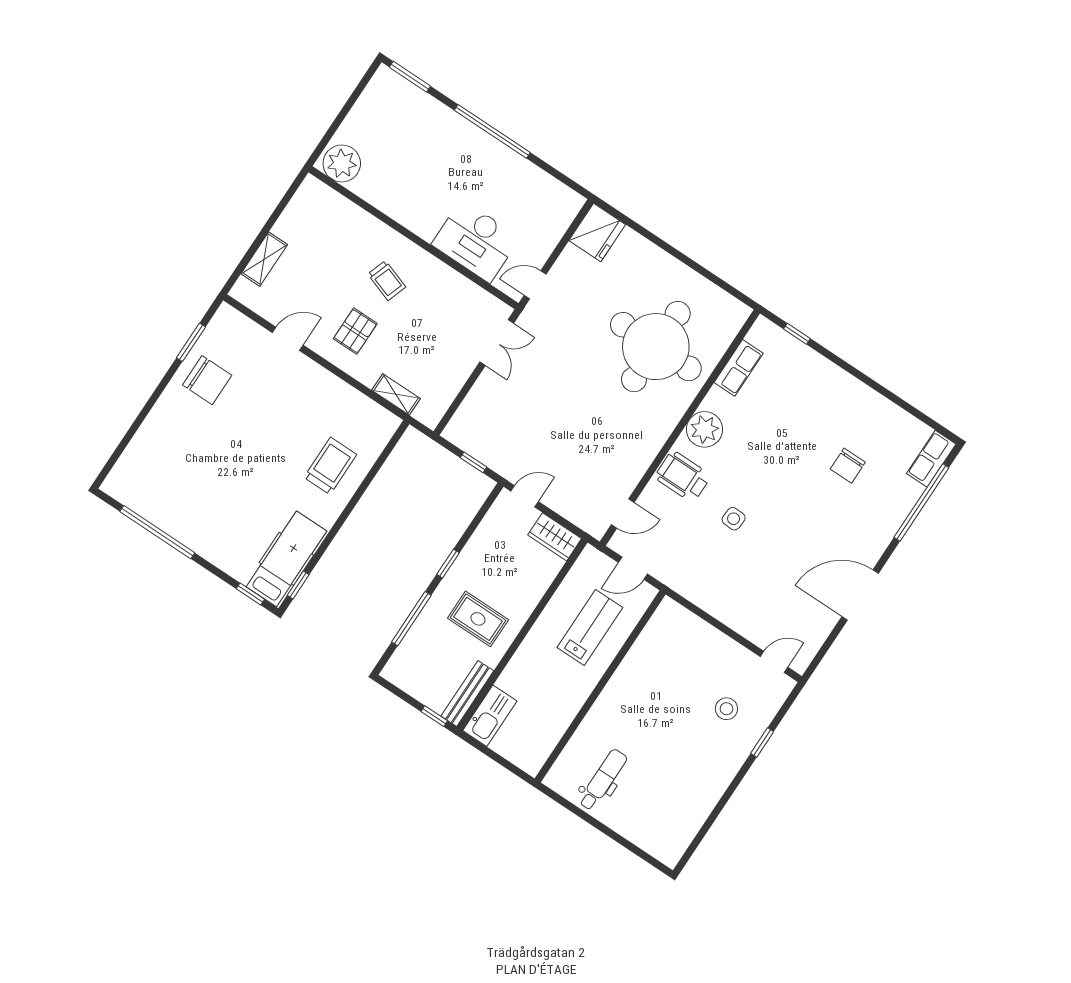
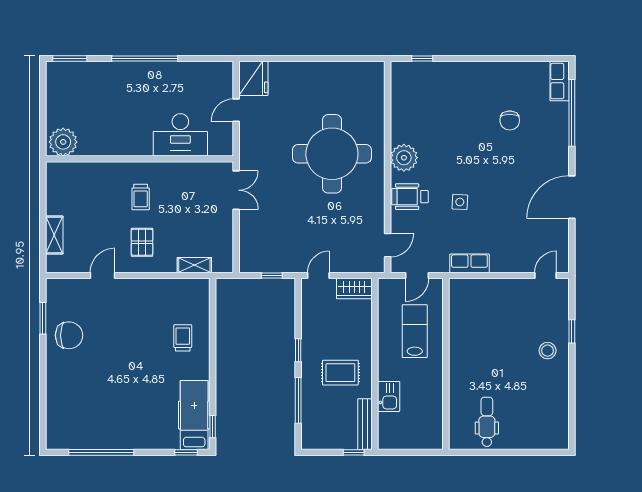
trolley: (387, 280) -> (141, 197), turned 71
door: (535, 285) -> (236, 110), moved
round table: (656, 347) -> (332, 154), moved
row of seats: (739, 368) -> (469, 263), moved, turned -90
trolley: (330, 466) -> (183, 338), width x0.73, depth x0.72
stool: (726, 709) -> (548, 351), moved
kitchen sink: (490, 716) -> (389, 396), moved, width x0.73

